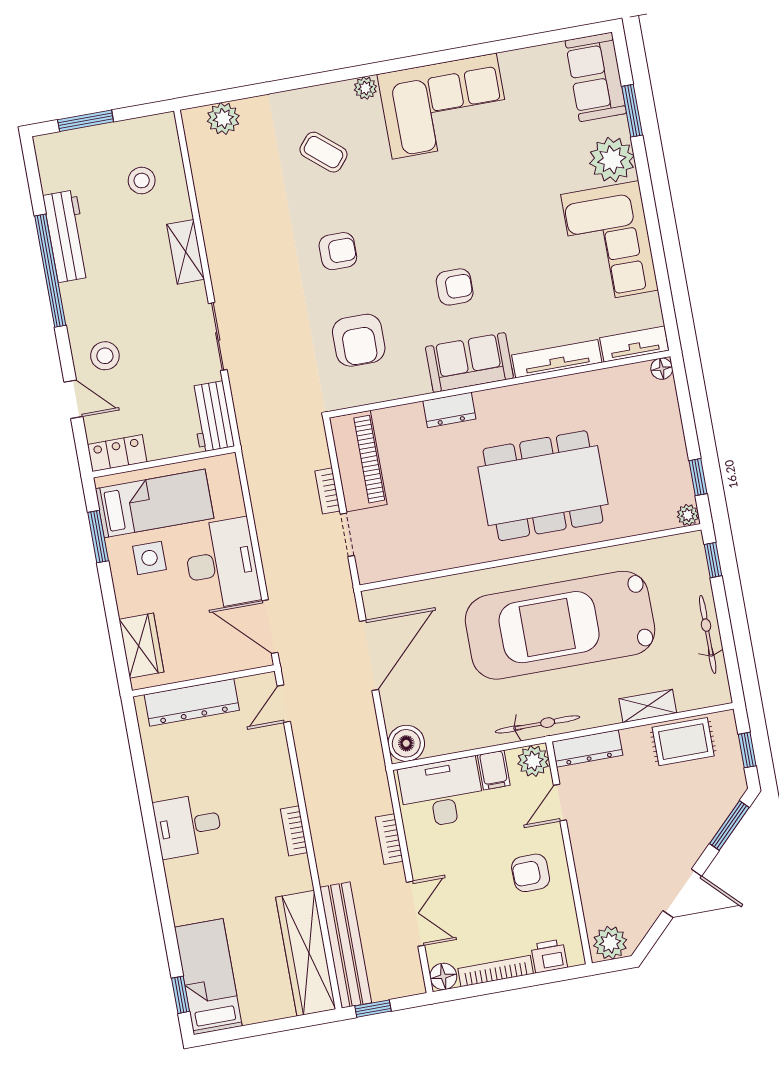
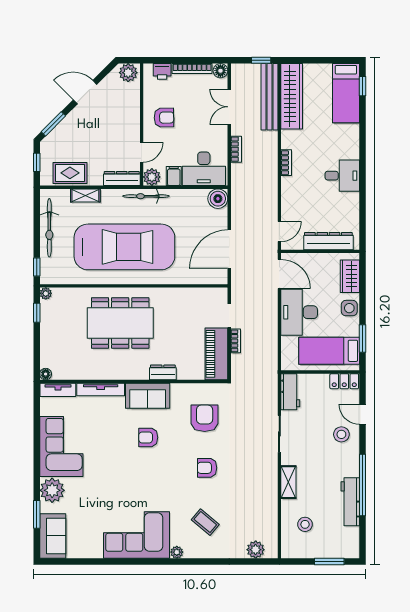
side table: (150, 558) -> (349, 308), moved
bicycle: (708, 634) -> (49, 228), width x1.37, depth x1.40

